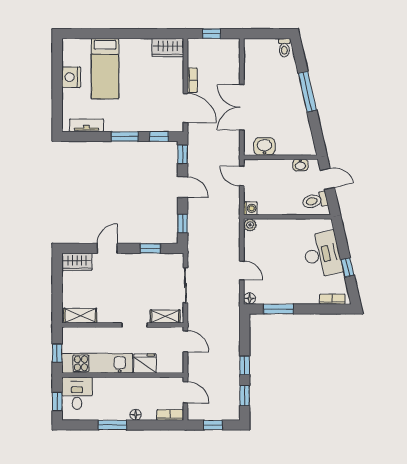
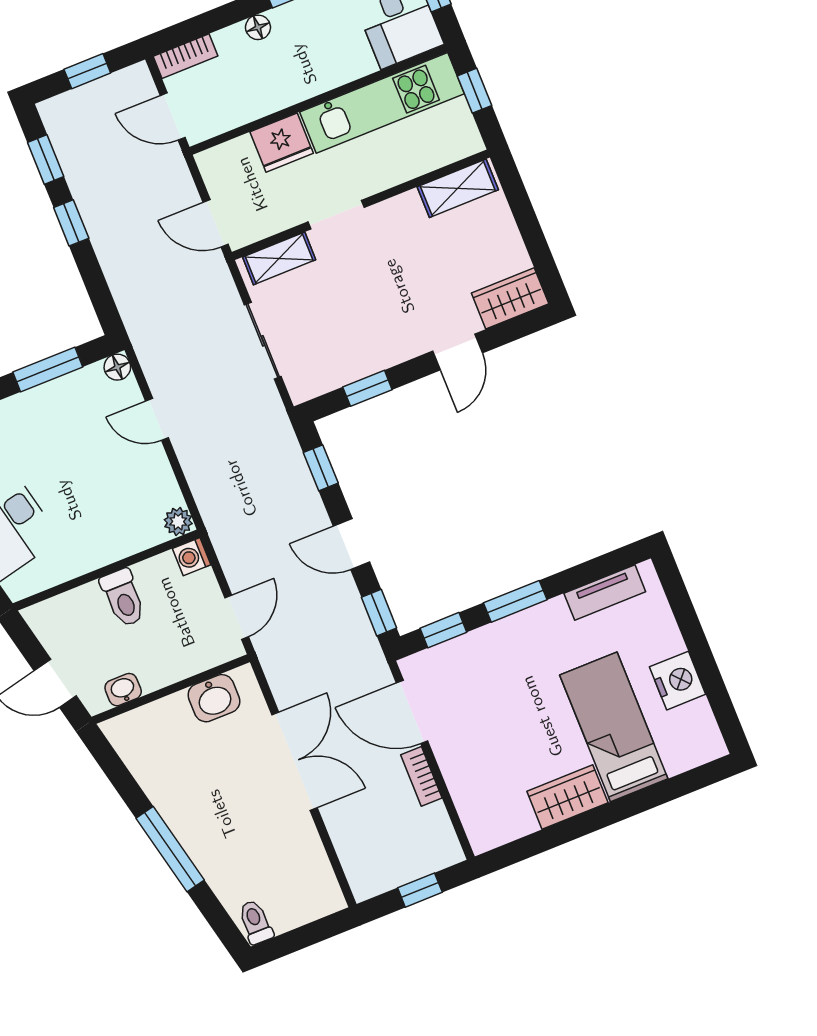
wardrobe: (168, 47) -> (567, 797), moved
door: (242, 176) -> (237, 617), hinge flipped
toilet: (315, 201) -> (123, 598), moved, turned 103

